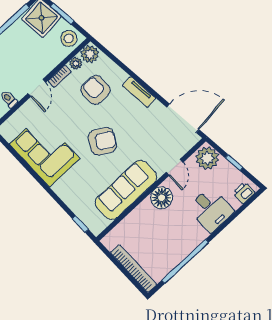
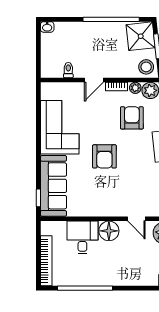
armchair: (102, 141) -> (104, 156), turned 60
door: (175, 167) -> (136, 219), hinge flipped
sofa: (126, 190) -> (53, 186), moved, turned 90
desk: (211, 210) -> (82, 237), moved, turned 180

